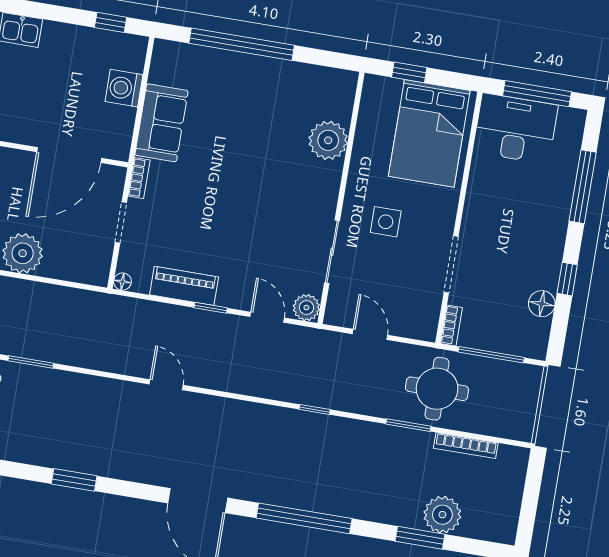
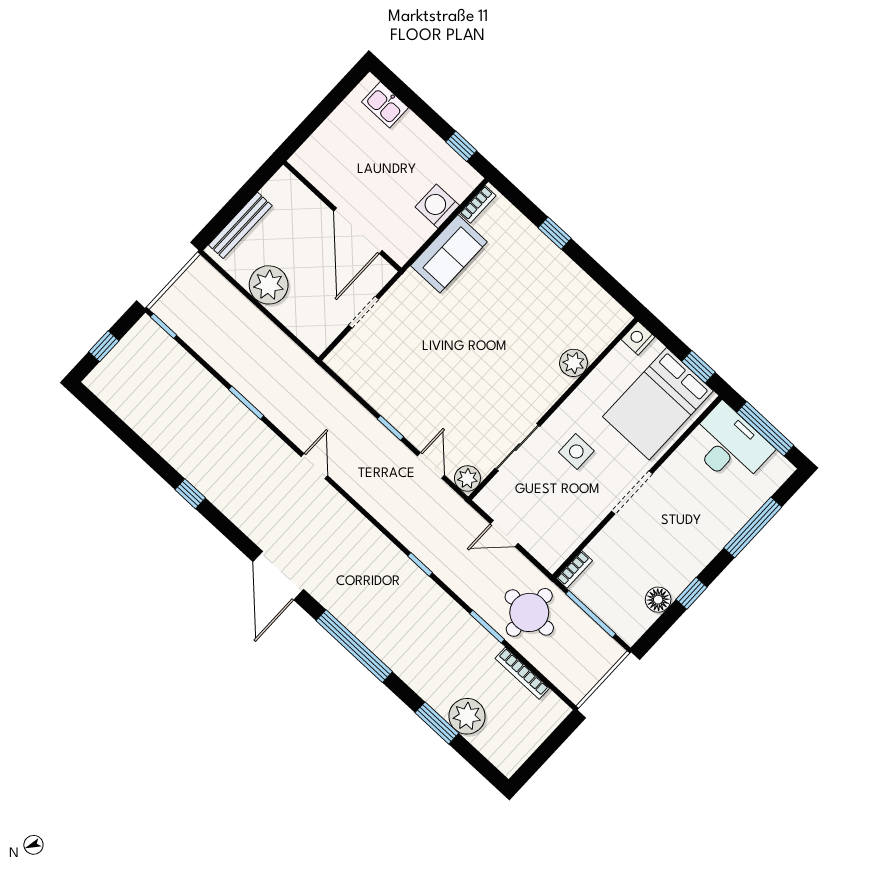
window: (242, 44) -> (555, 233), width x0.32
window: (409, 72) -> (699, 367), moved
nightstand: (374, 88) -> (638, 338), added
plant: (328, 140) -> (574, 363), width x0.73, depth x0.73
door: (69, 155) -> (358, 231), hinge flipped
bookcase: (139, 178) -> (478, 204), moved
doorway: (451, 264) -> (632, 492), moved
floor lamp: (122, 282) -> (334, 360), removed
piano: (184, 286) -> (381, 396), removed
door: (370, 334) -> (504, 534), swing flipped
window: (31, 362) -> (246, 403), moved
window: (74, 480) -> (190, 494), width x0.67

